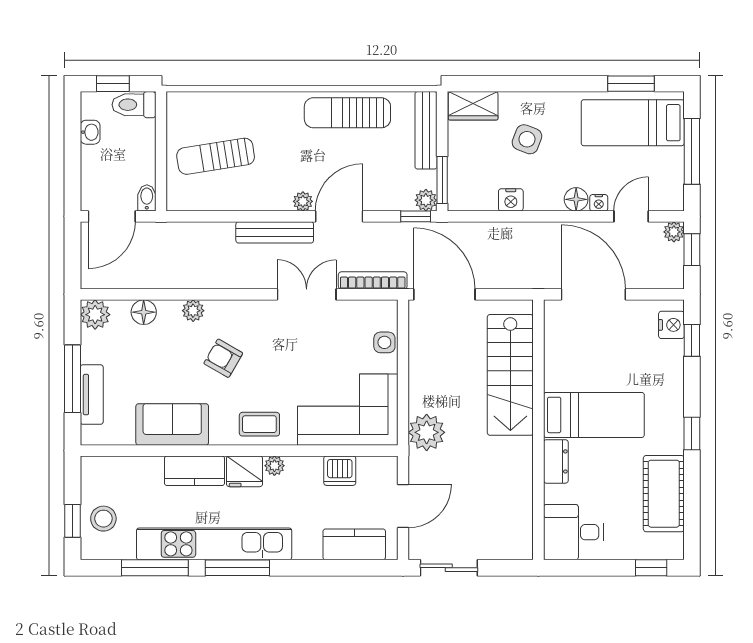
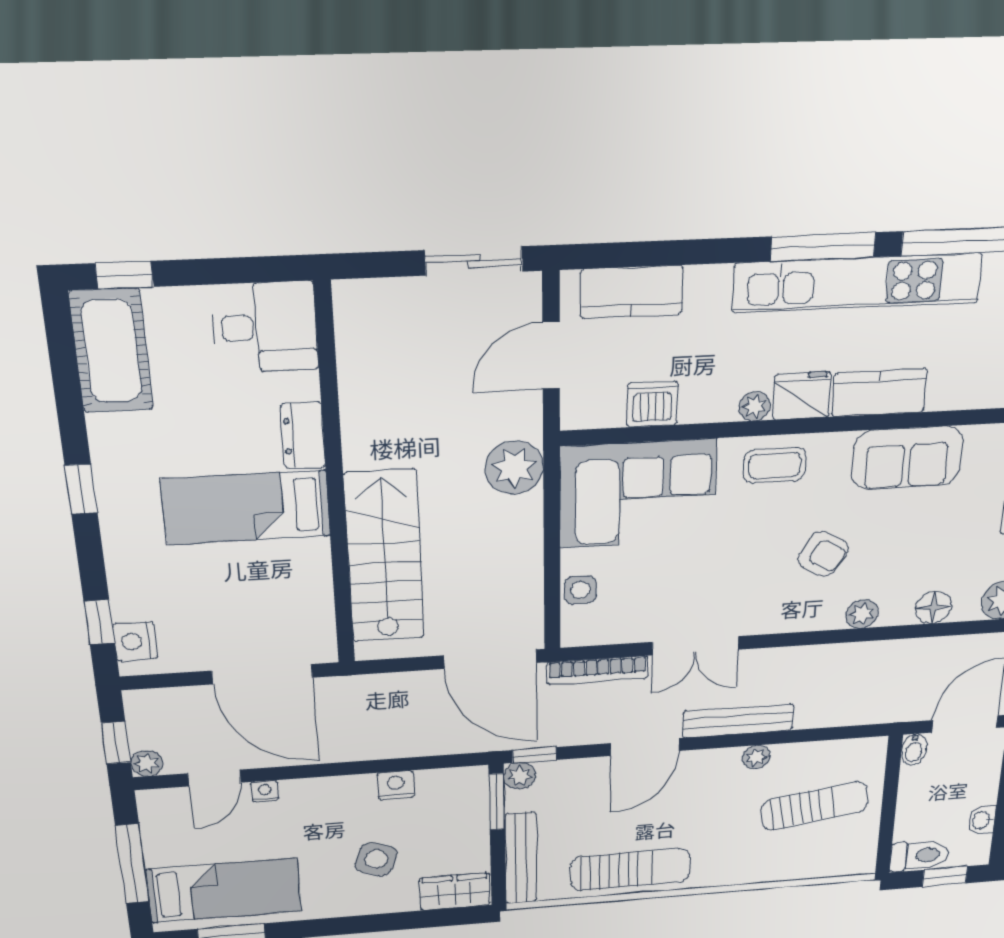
floor lamp: (576, 199) -> (299, 793), removed
plant: (303, 201) -> (756, 757), moved
cot: (664, 494) -> (111, 351), moved

